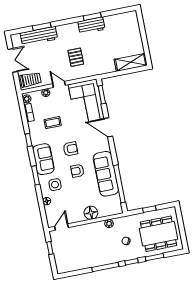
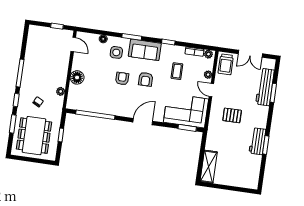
door: (59, 84) -> (211, 90), swing flipped
door: (108, 127) -> (143, 122), moved
sofa: (106, 174) -> (110, 105), removed

